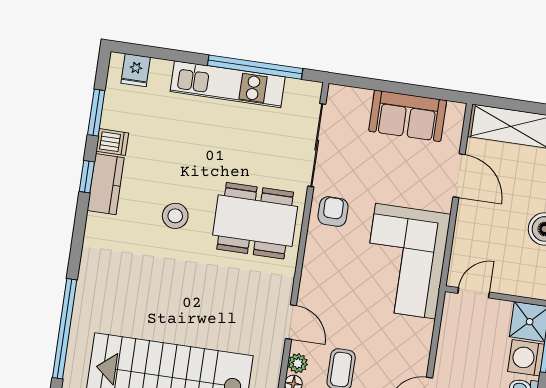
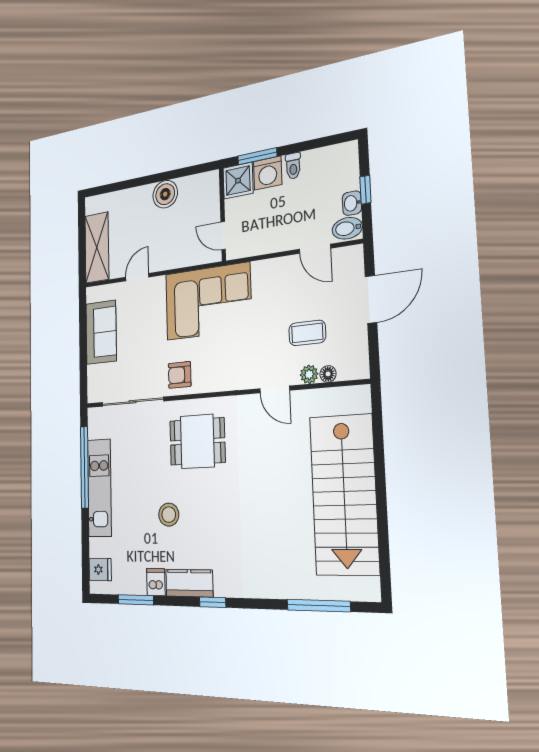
door: (459, 176) -> (137, 277), width x0.73
window: (87, 177) -> (213, 602), moved
stool: (175, 216) -> (169, 515), moved
dining table: (255, 221) -> (197, 441), width x0.73
door: (291, 322) -> (275, 389), swing flipped
window: (65, 329) -> (318, 606), width x0.68

